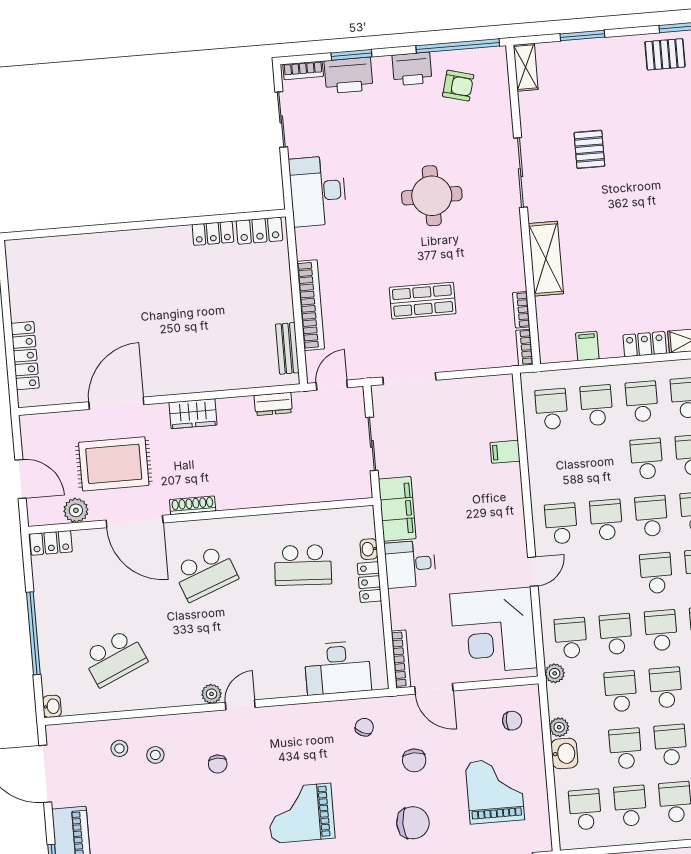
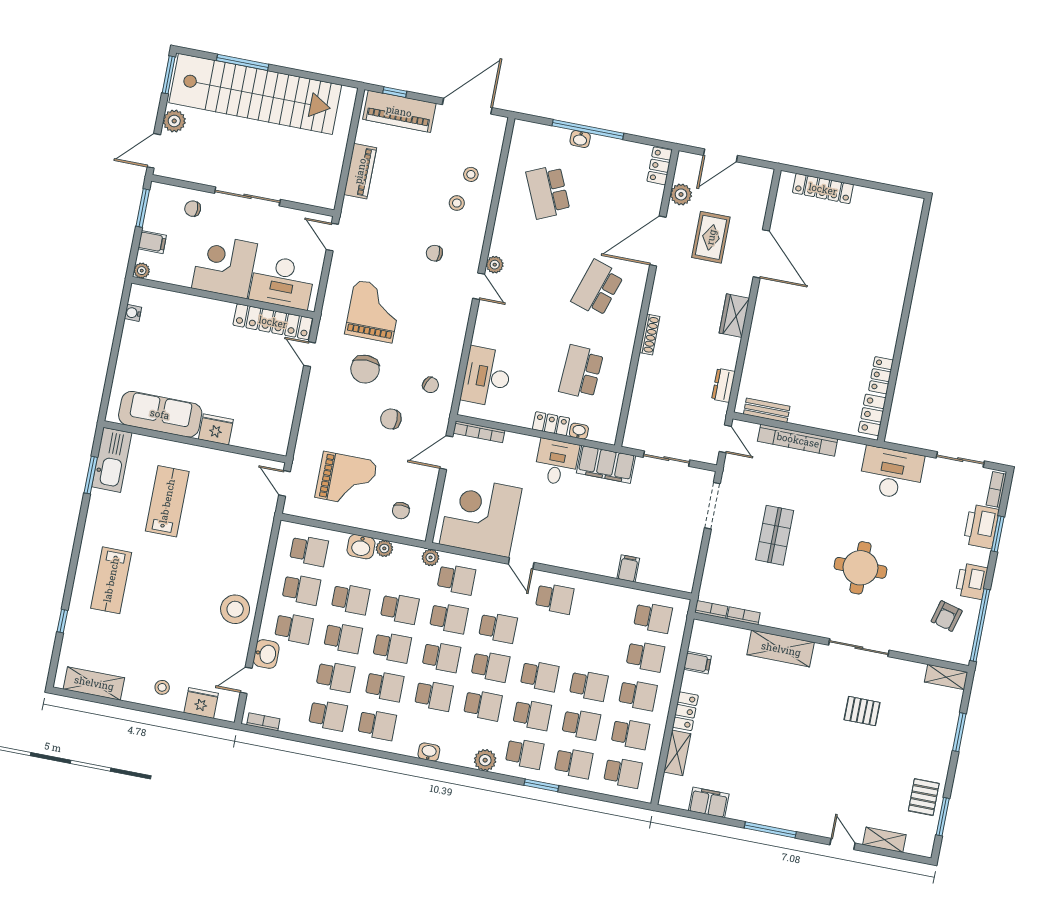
rug: (114, 464) -> (711, 237), width x0.73, depth x0.70
shoe rack: (193, 505) -> (650, 335), moved
school desk: (606, 520) -> (498, 628), moved
school desk: (206, 573) -> (597, 288), turned 39
washbasin: (52, 706) -> (580, 139), moved
chair: (413, 823) -> (365, 369), moved

